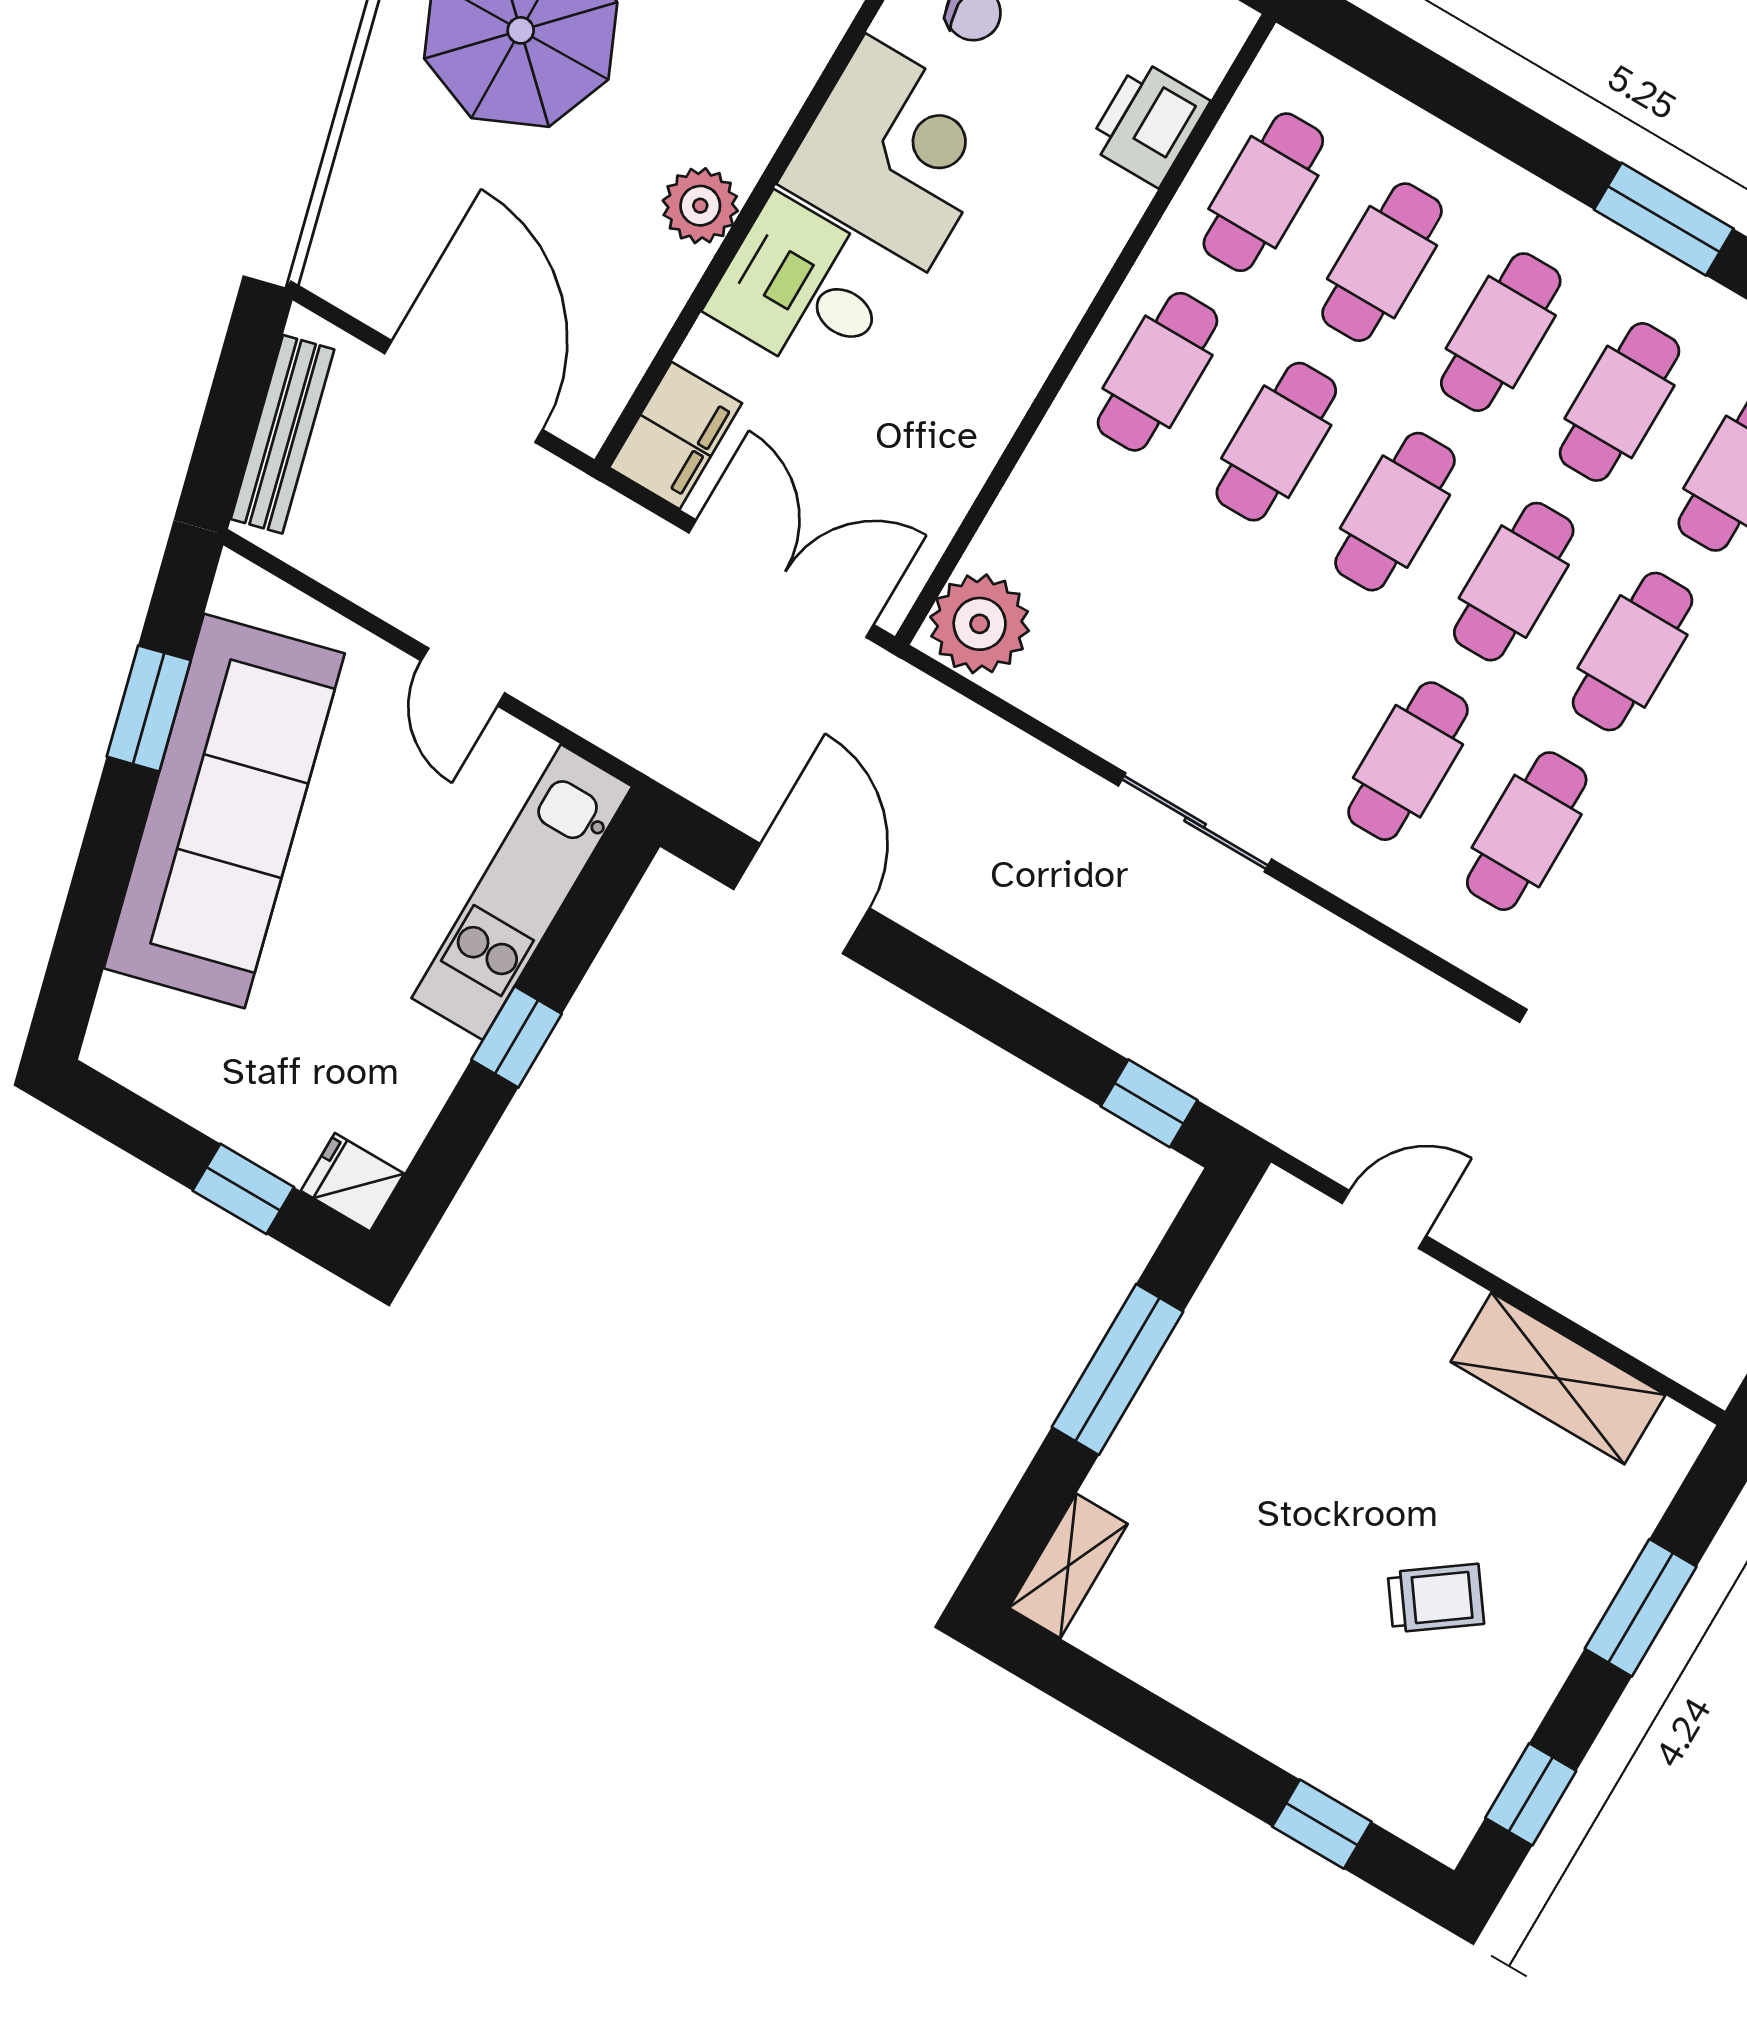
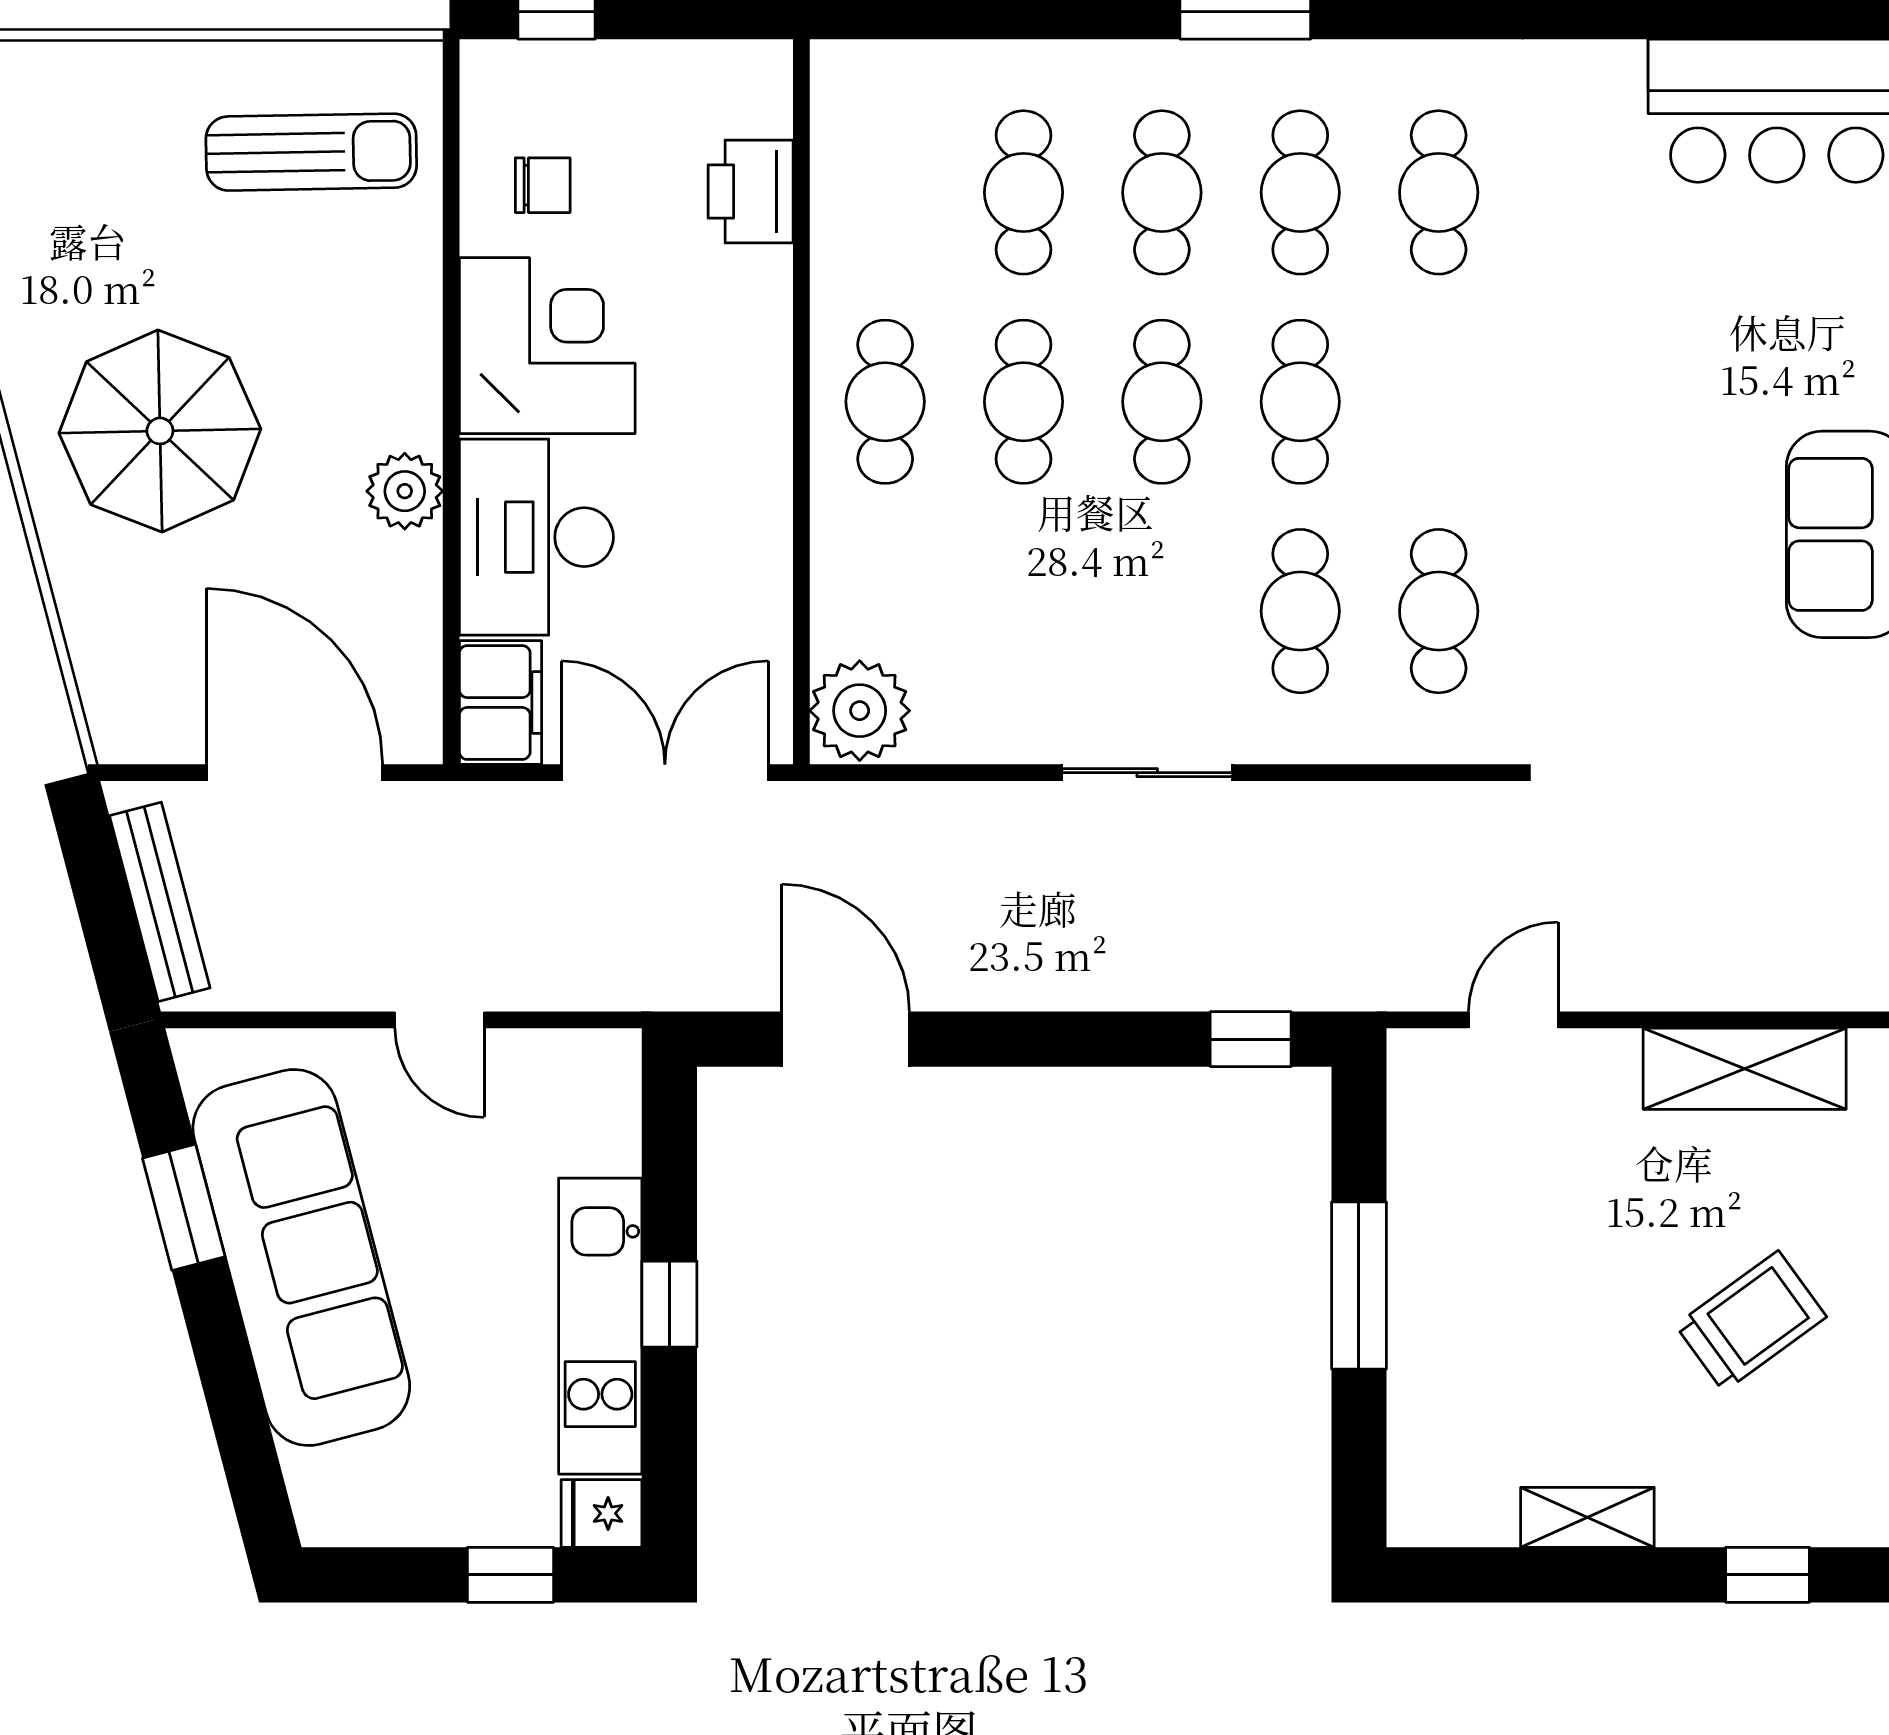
cafe table: (1263, 192) -> (885, 192), removed
desk: (803, 289) -> (536, 537), width x1.37
cafe table: (1632, 651) -> (1439, 402), removed
kitchen unit: (522, 892) -> (600, 1326), moved
shelving: (1068, 1566) -> (1587, 1517), moved, turned 90
trolley: (1436, 1598) -> (1751, 1321), width x1.36, depth x1.39

